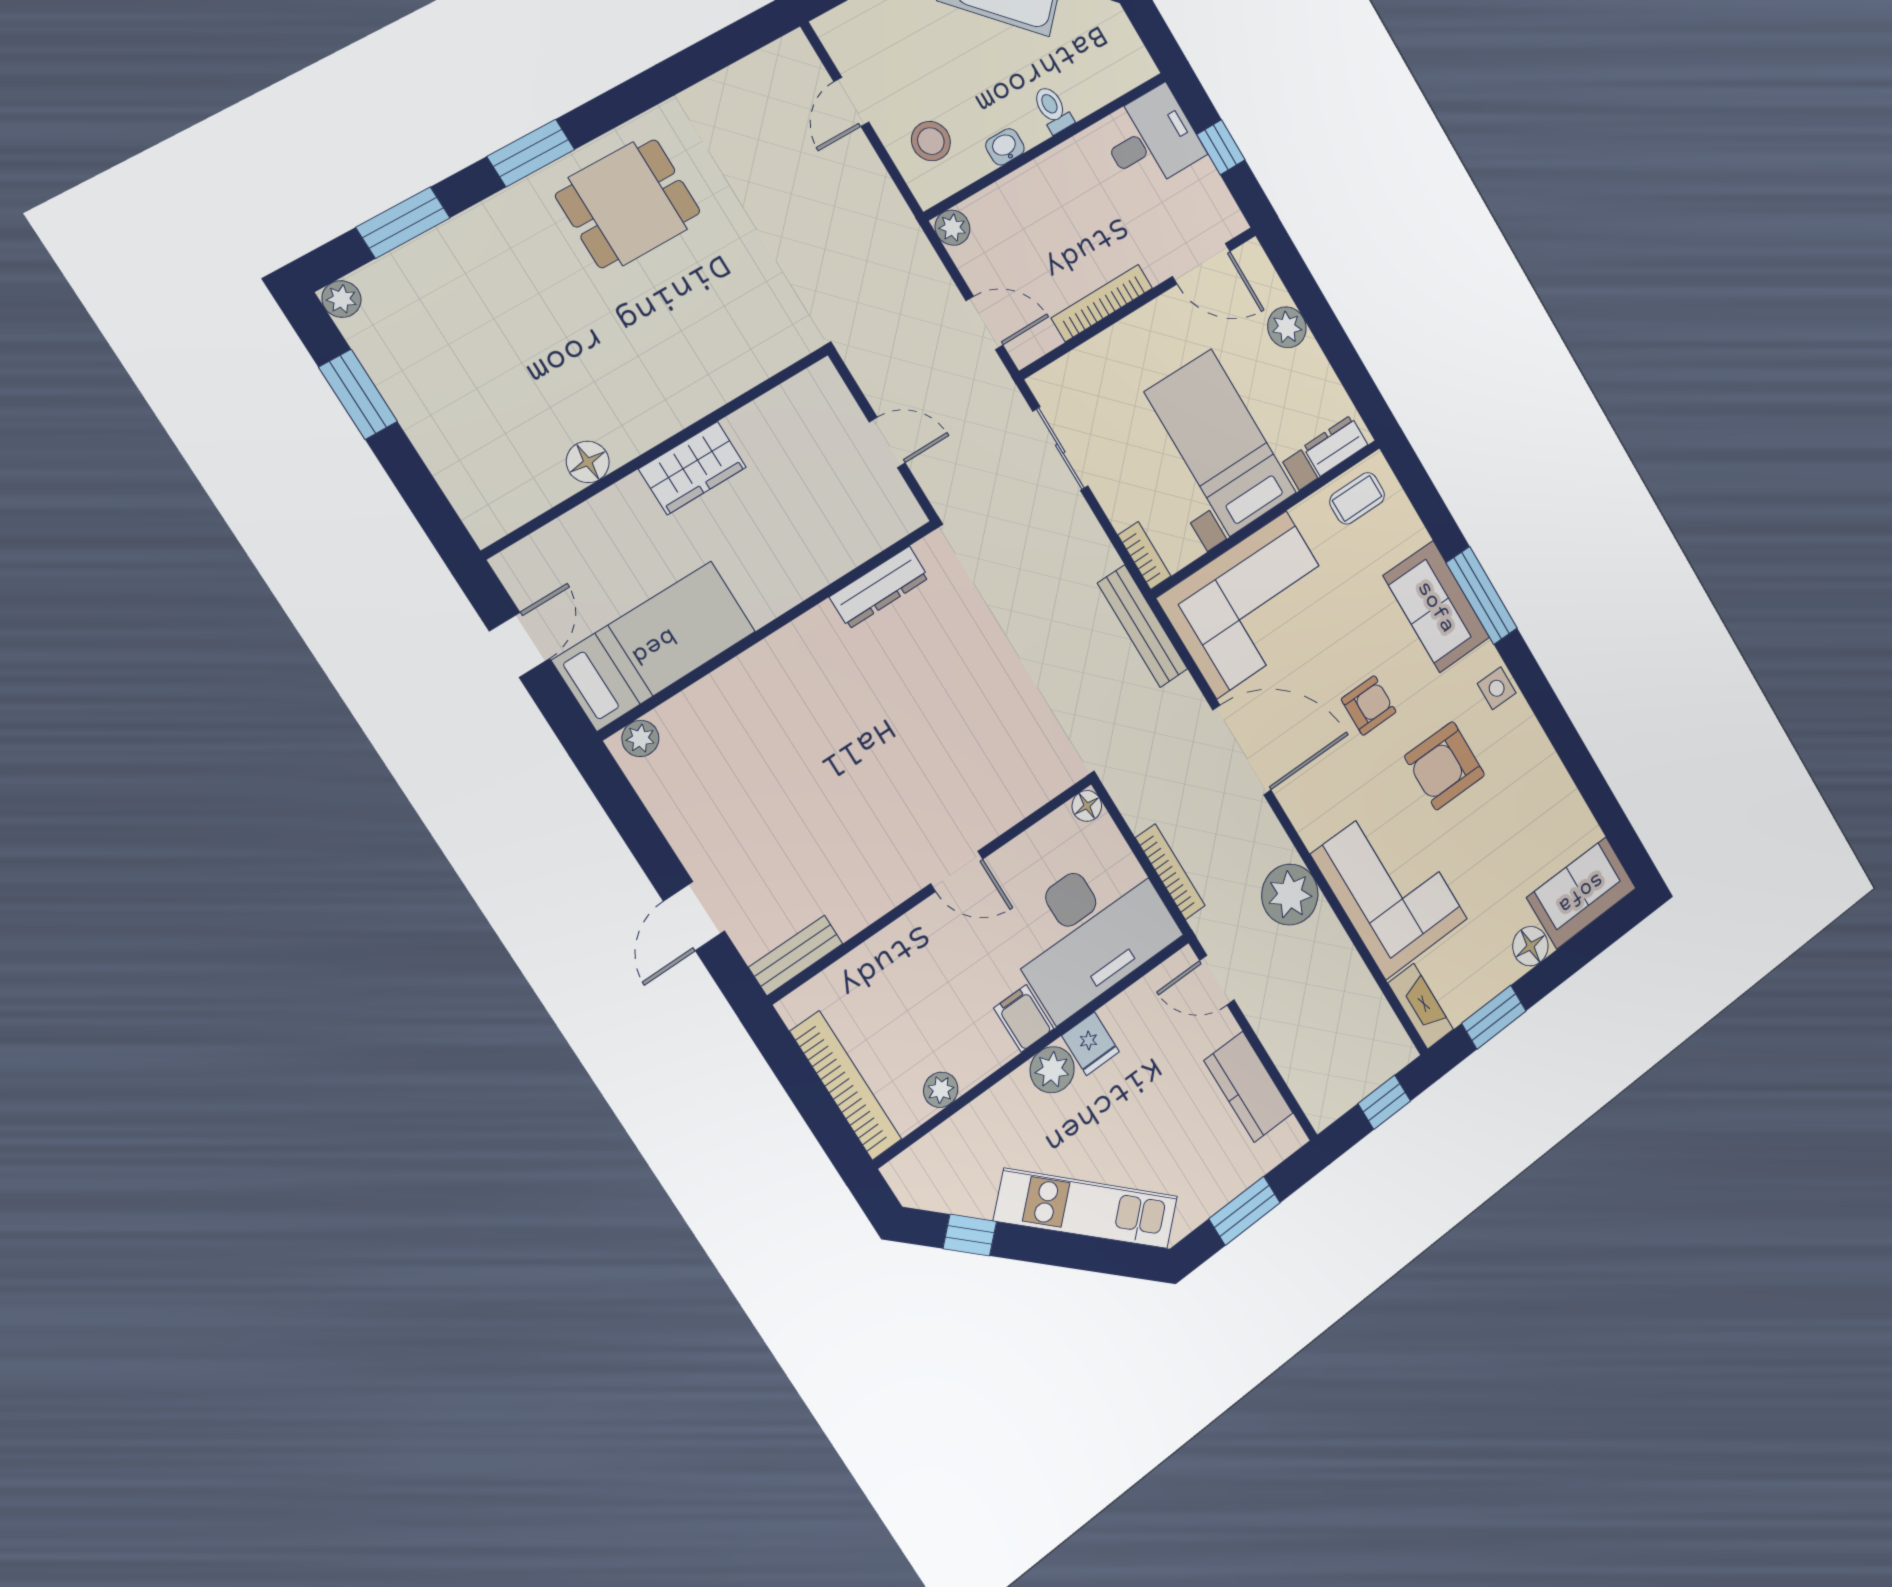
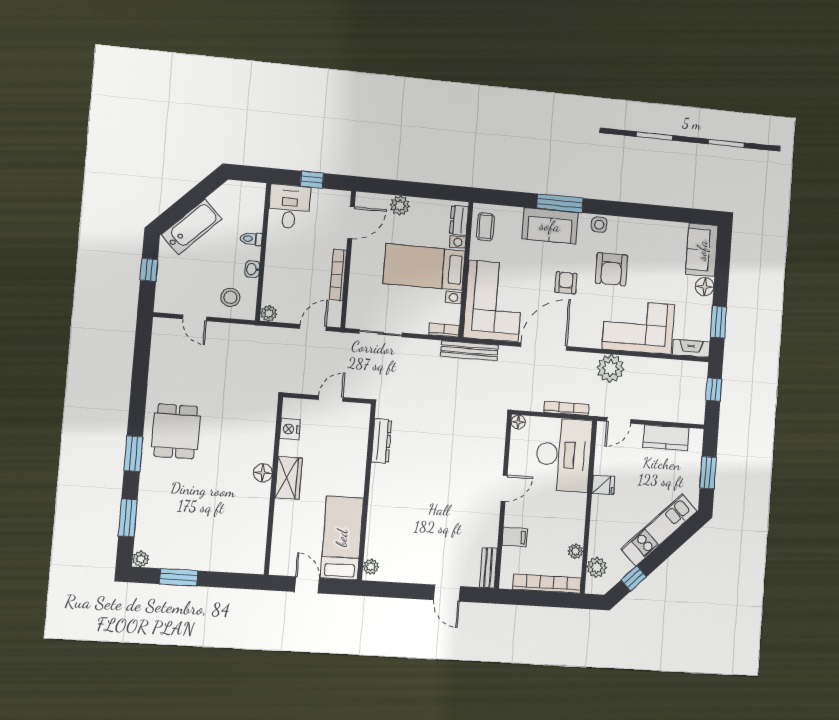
nightstand: (781, 408) -> (290, 429), added
floor lamp: (588, 462) -> (263, 473), moved
filing cabinet: (1024, 1018) -> (515, 537), moved, turned 180
plant: (1052, 1070) -> (597, 567), moved

